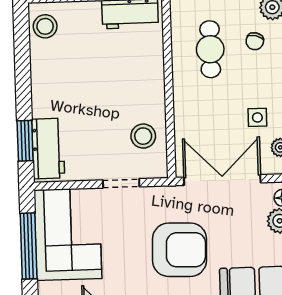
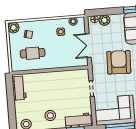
stool: (143, 136) -> (50, 116), moved
double door: (222, 180) -> (88, 45), width x0.73

